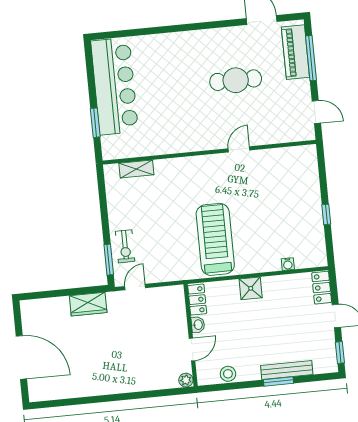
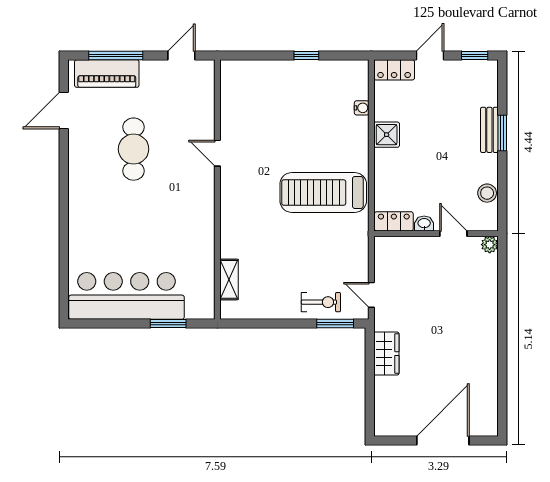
shower: (251, 288) -> (387, 135), moved
bench: (287, 370) -> (489, 130), width x0.73

